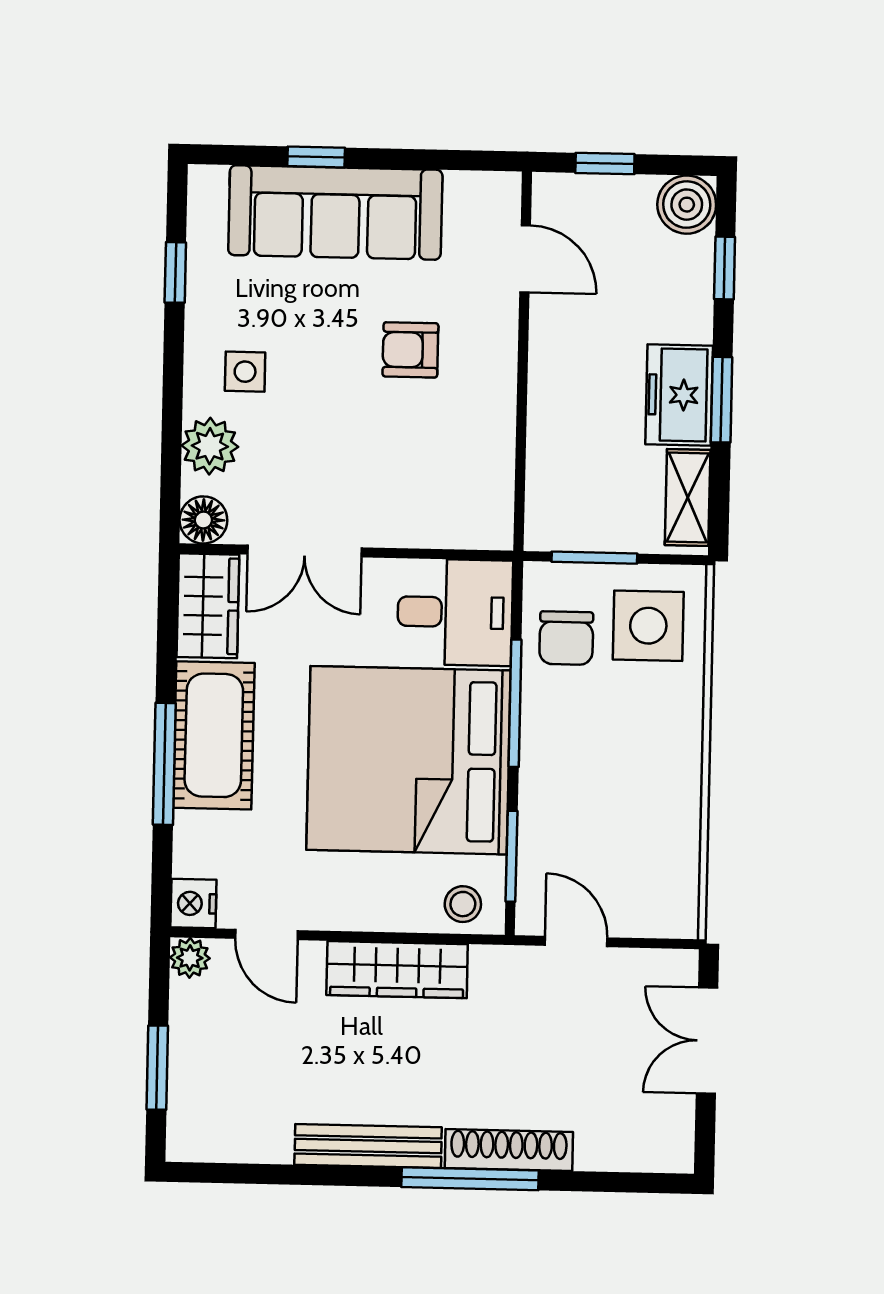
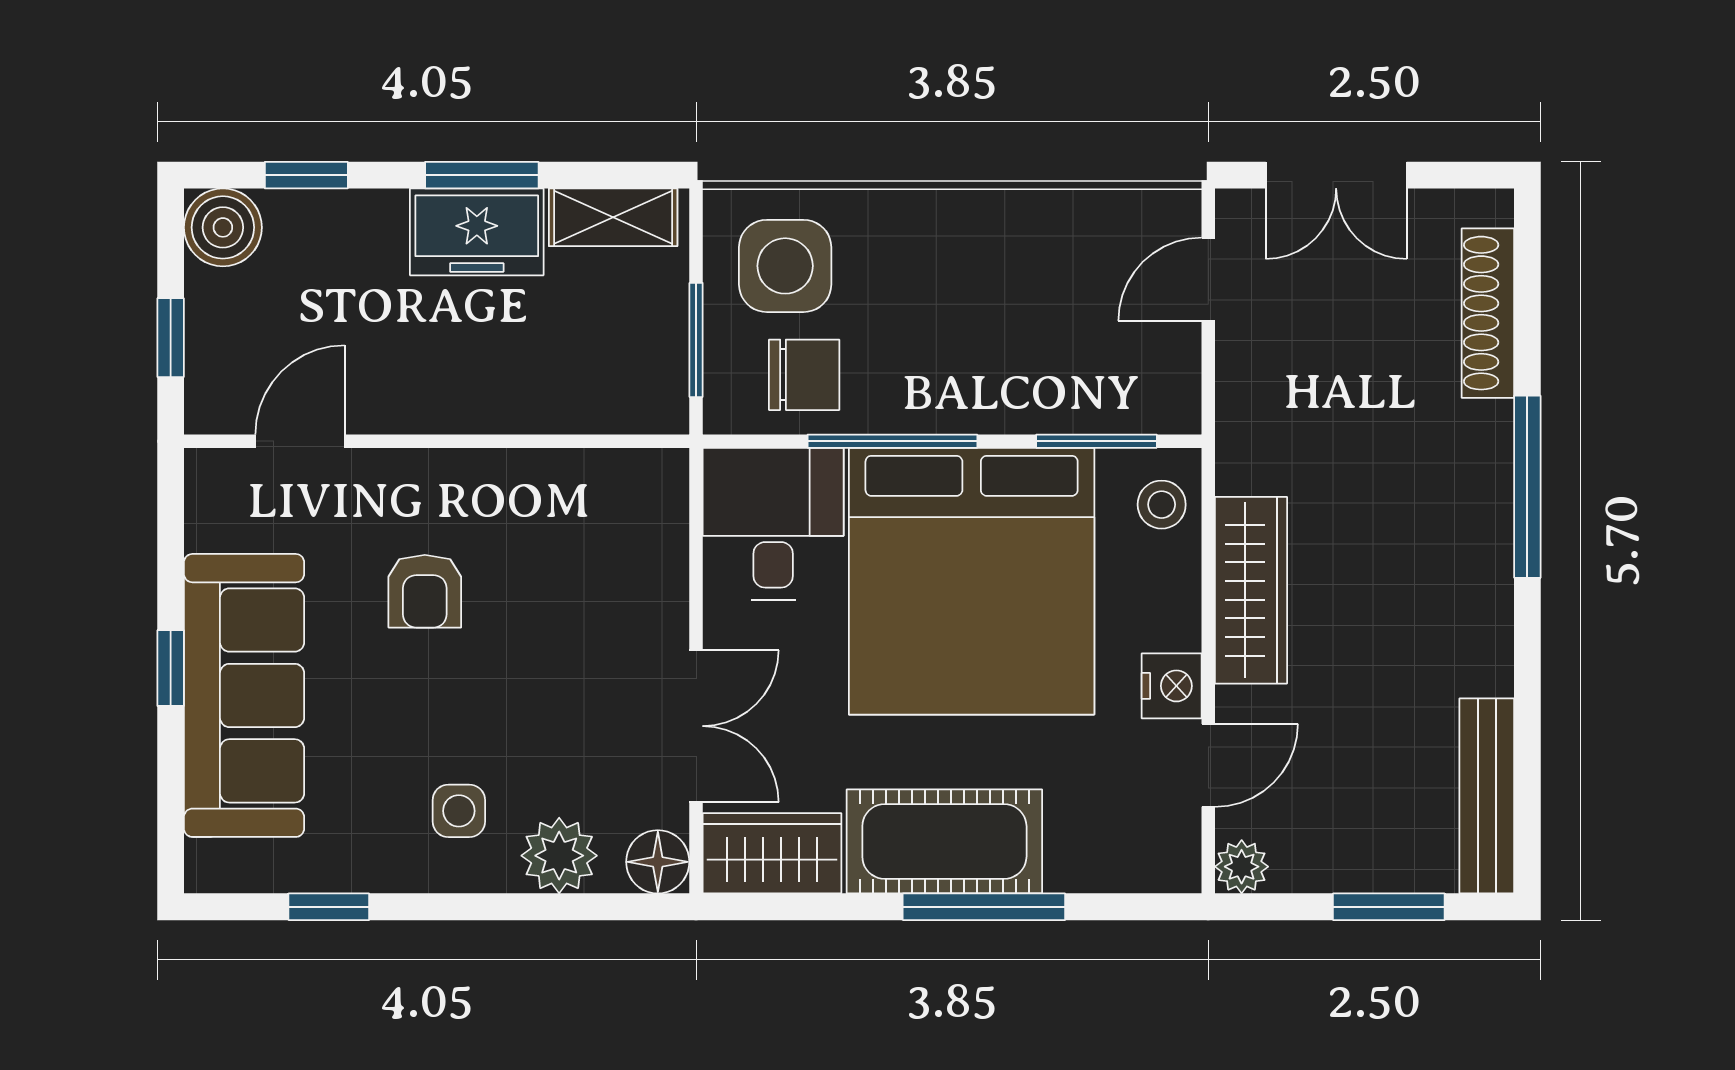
window: (316, 157) -> (171, 668), moved
nightstand: (193, 903) -> (1172, 686), moved, turned -90
door: (576, 942) -> (1208, 279), moved
bench: (368, 1146) -> (1487, 796), moved
shoe rack: (509, 1150) -> (1488, 313), moved

